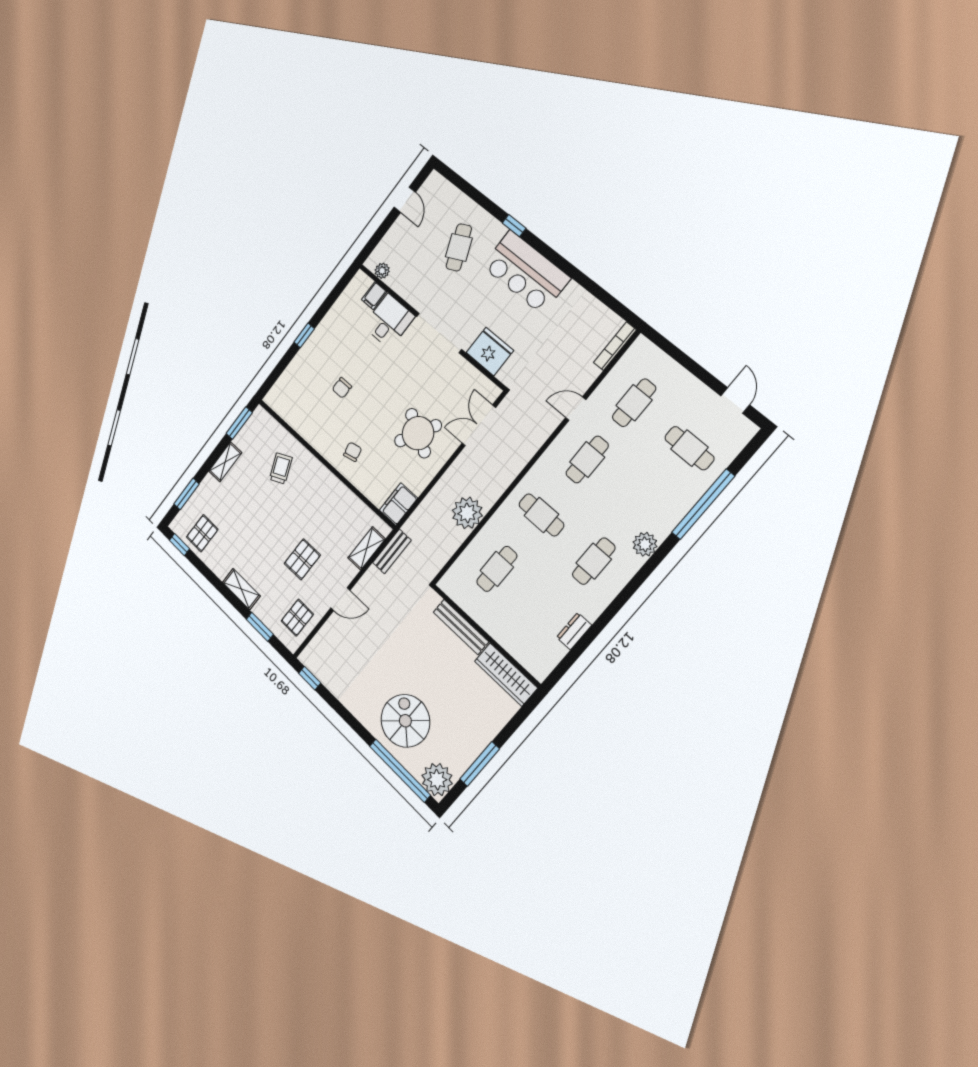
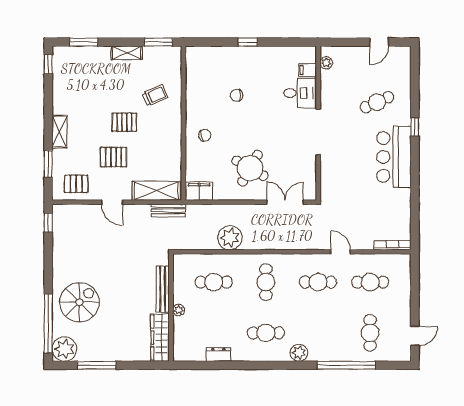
fridge: (490, 351) -> (332, 173), removed
pallet: (202, 533) -> (124, 122), moved
shelving: (367, 548) -> (156, 191), width x1.50, depth x1.33
plant: (495, 630) -> (179, 310), added

